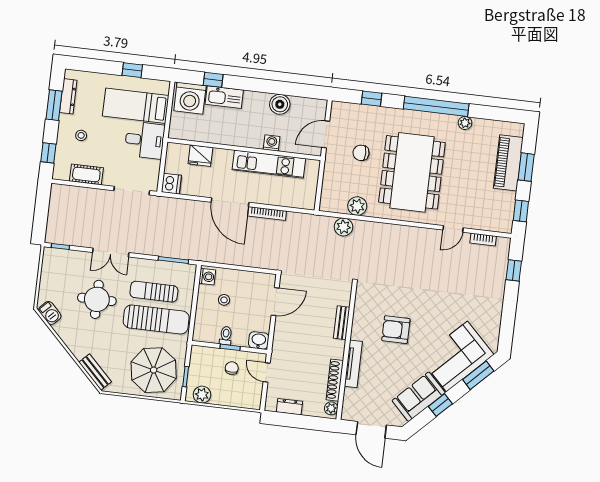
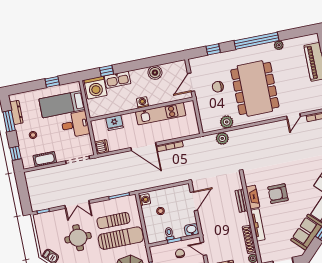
washing machine: (272, 143) -> (142, 102), moved
fireplace: (359, 323) -> (253, 197), added

